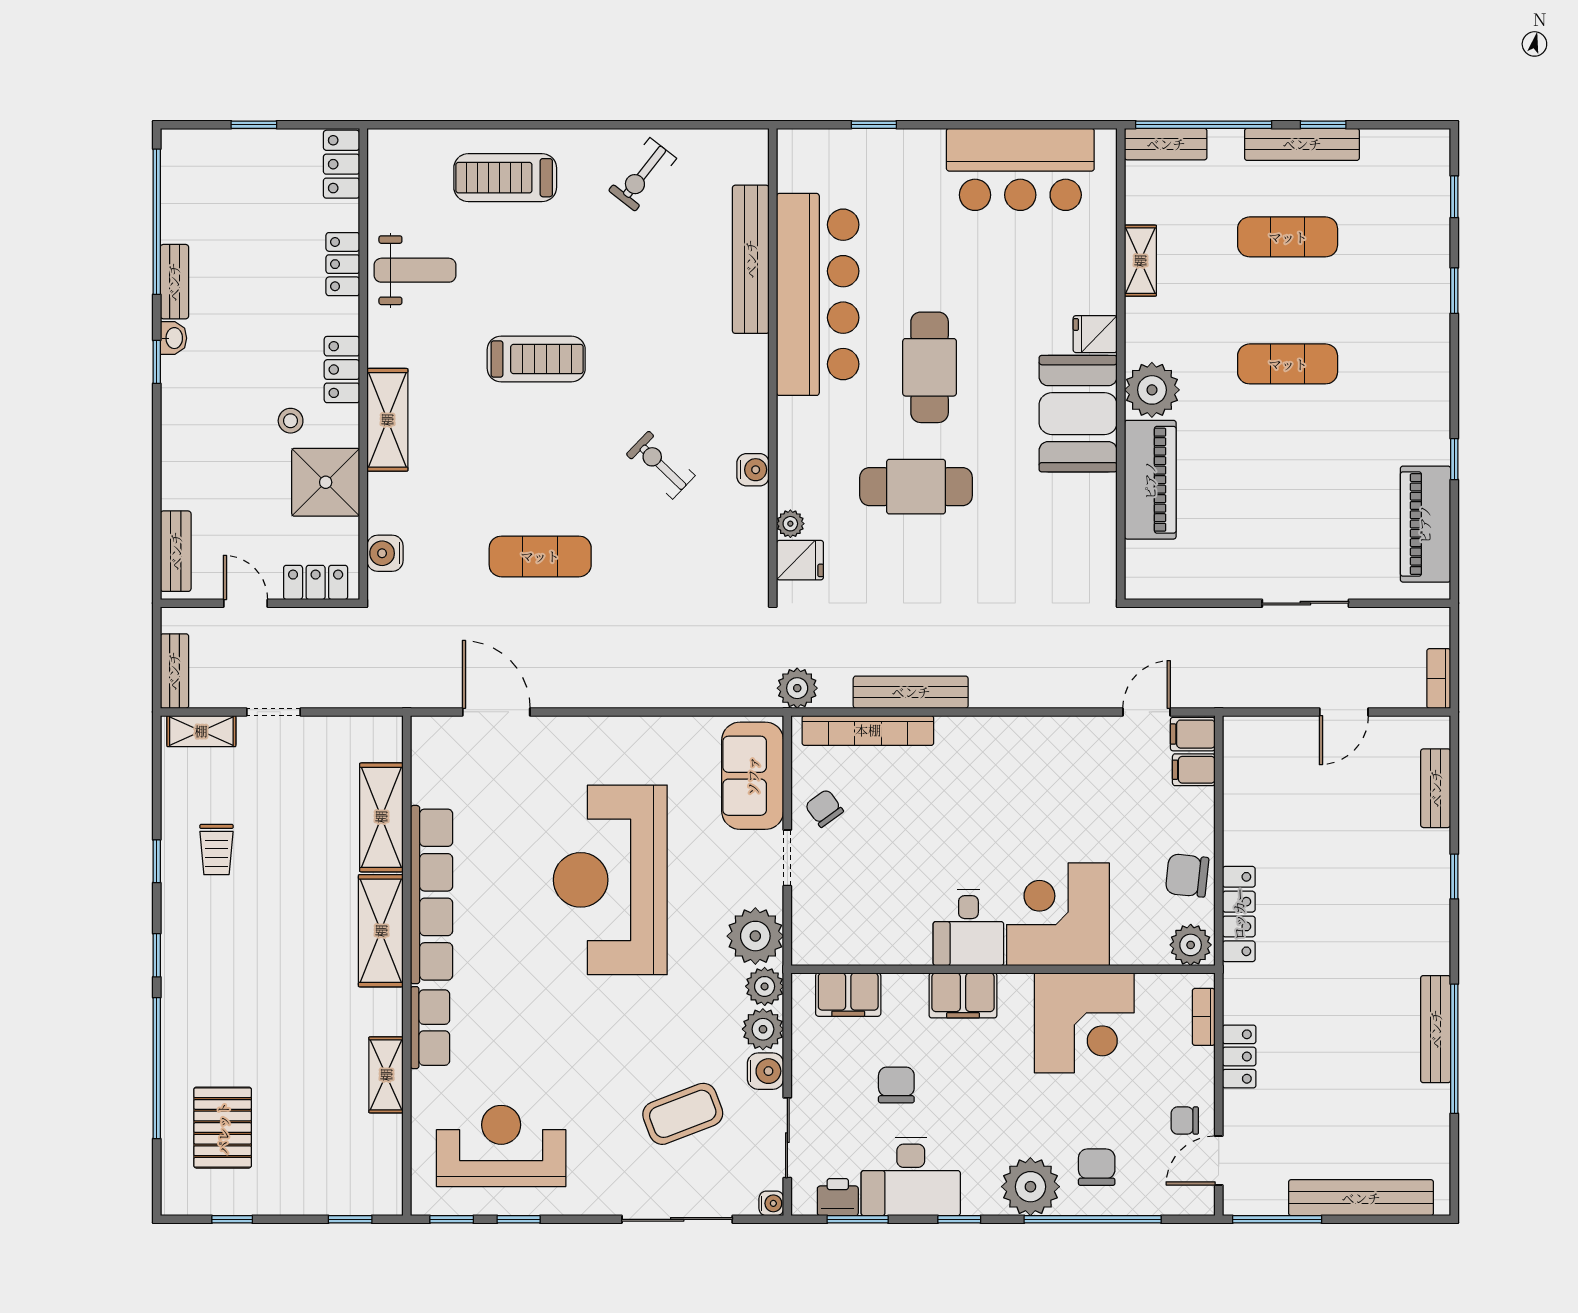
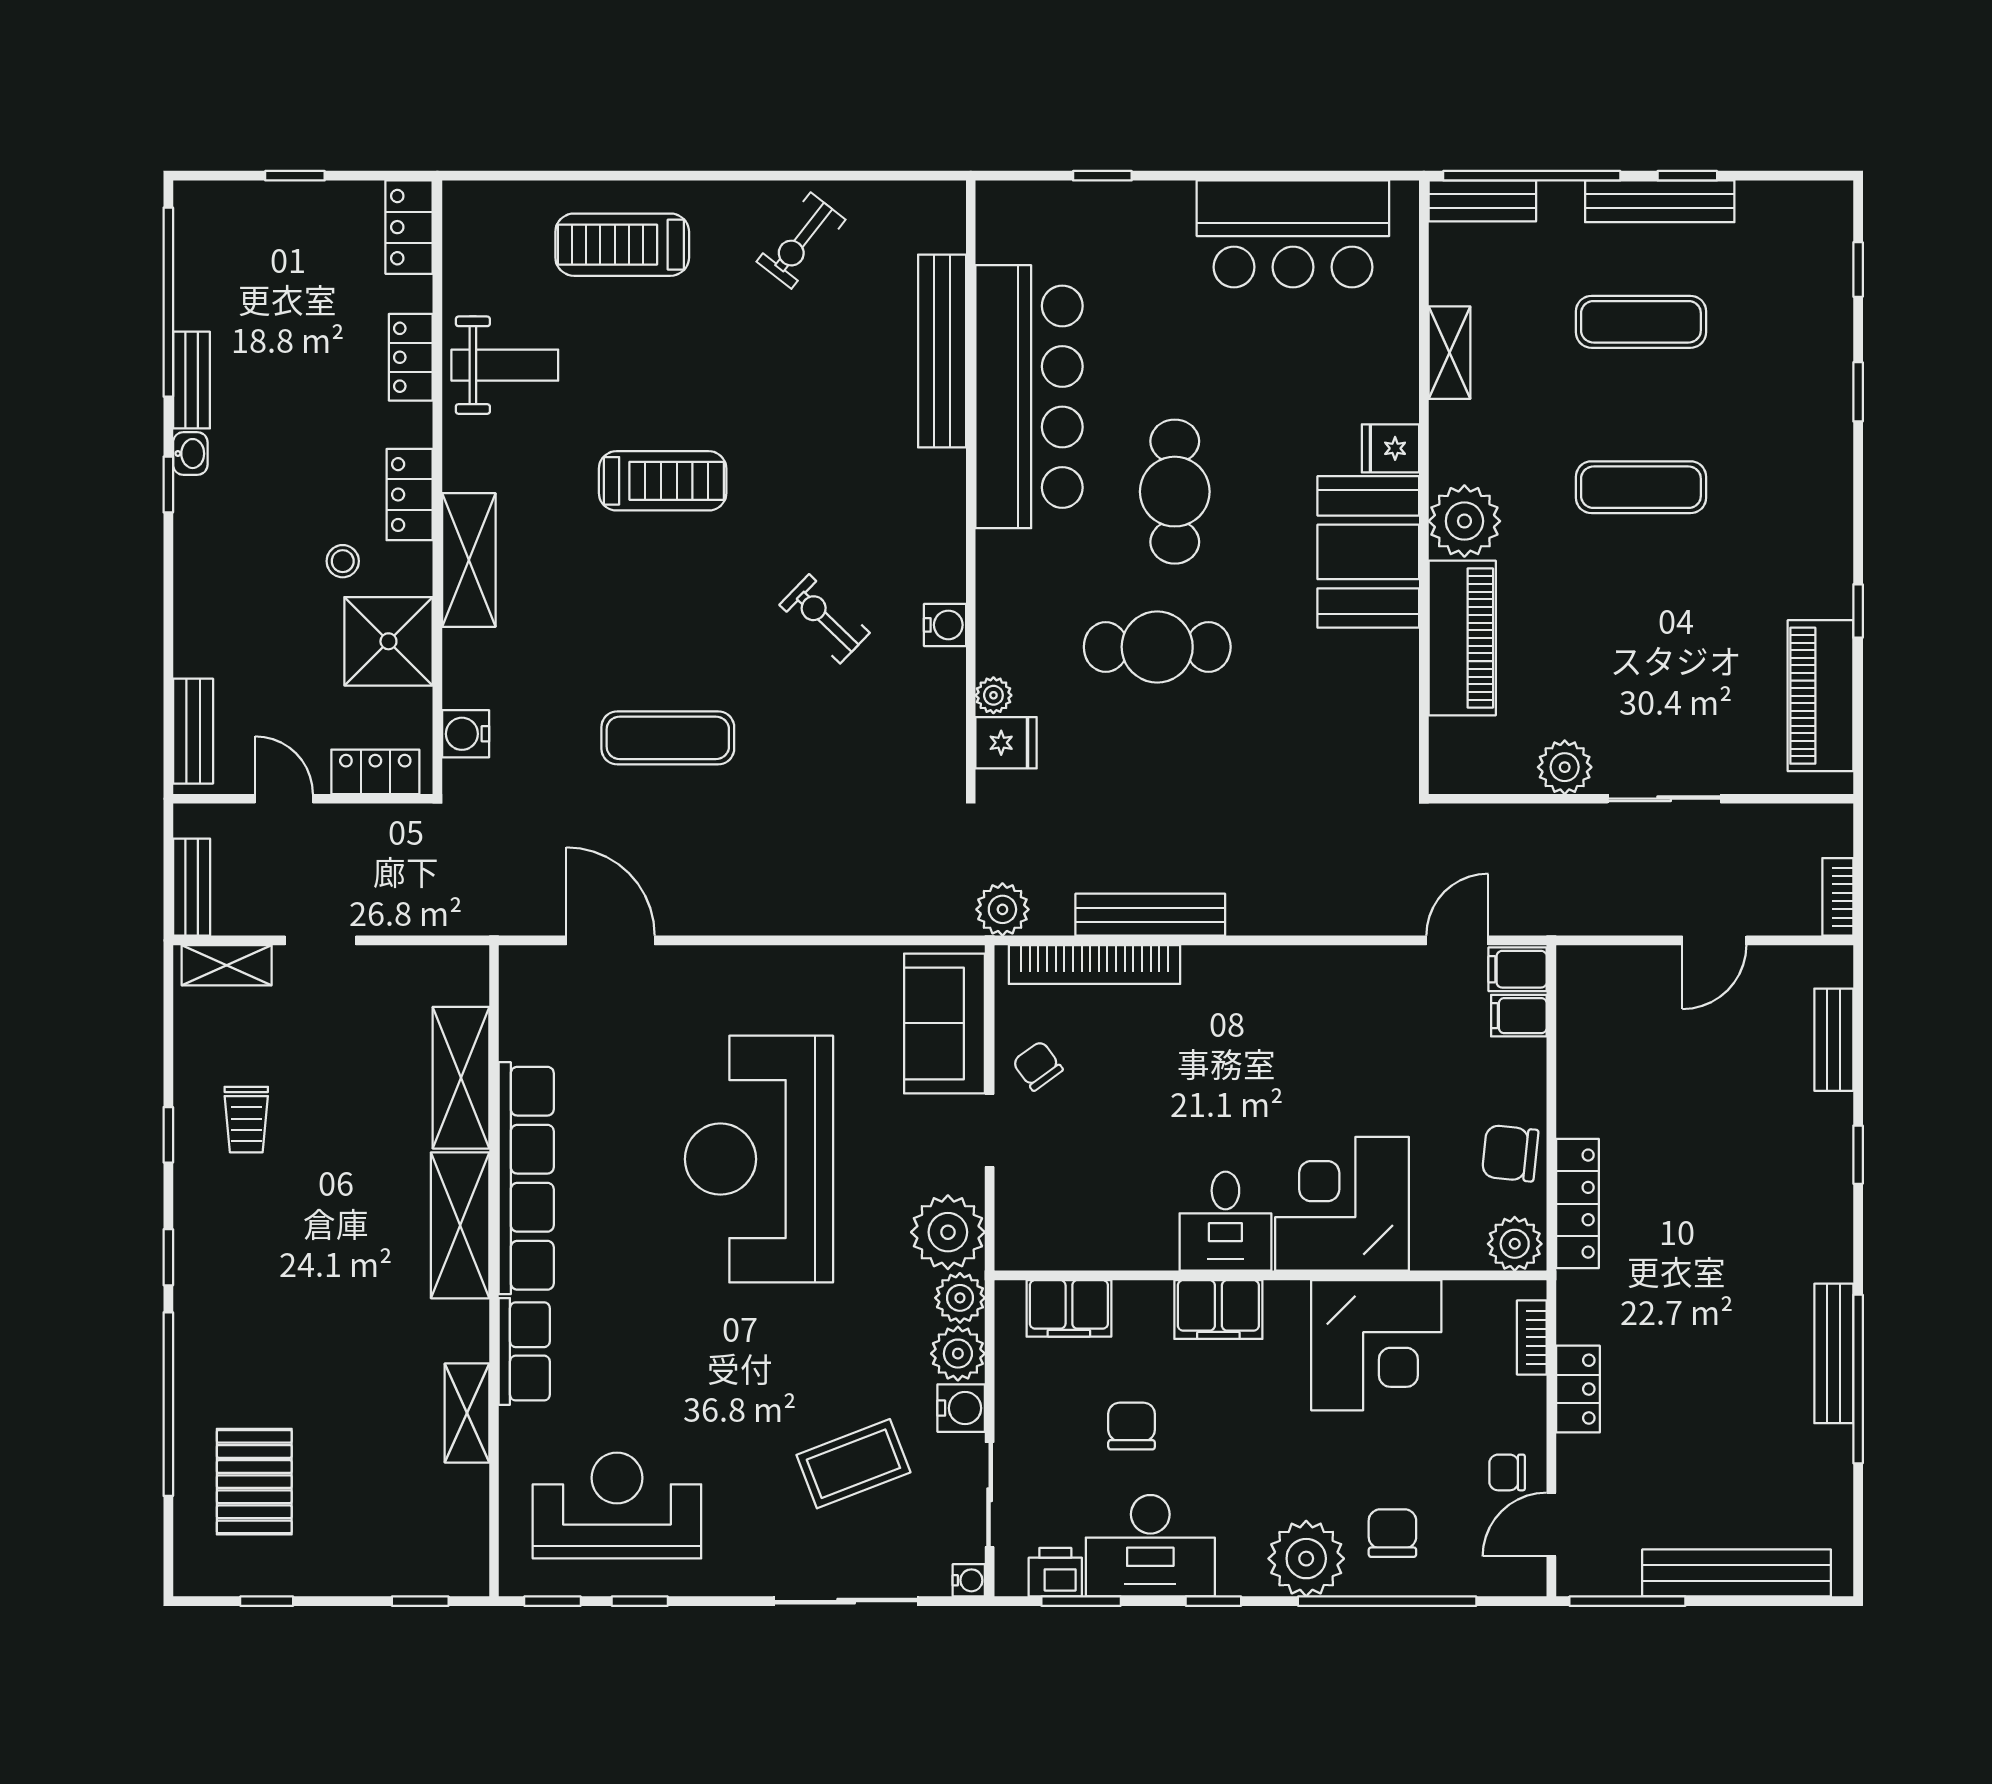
plant: (1229, 579) -> (1565, 767), added

